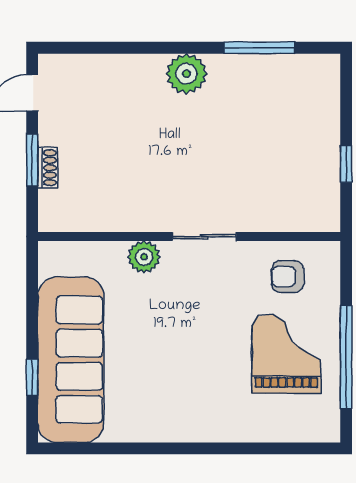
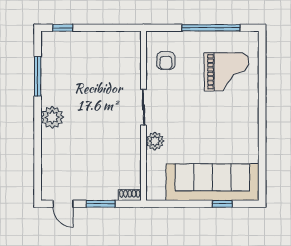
window: (346, 164) -> (63, 28), moved
shoe rack: (48, 168) -> (130, 195), moved
grand piano: (286, 354) -> (227, 72), moved, turned 180

